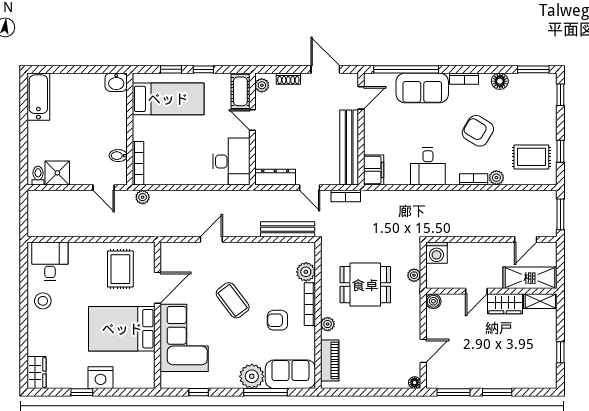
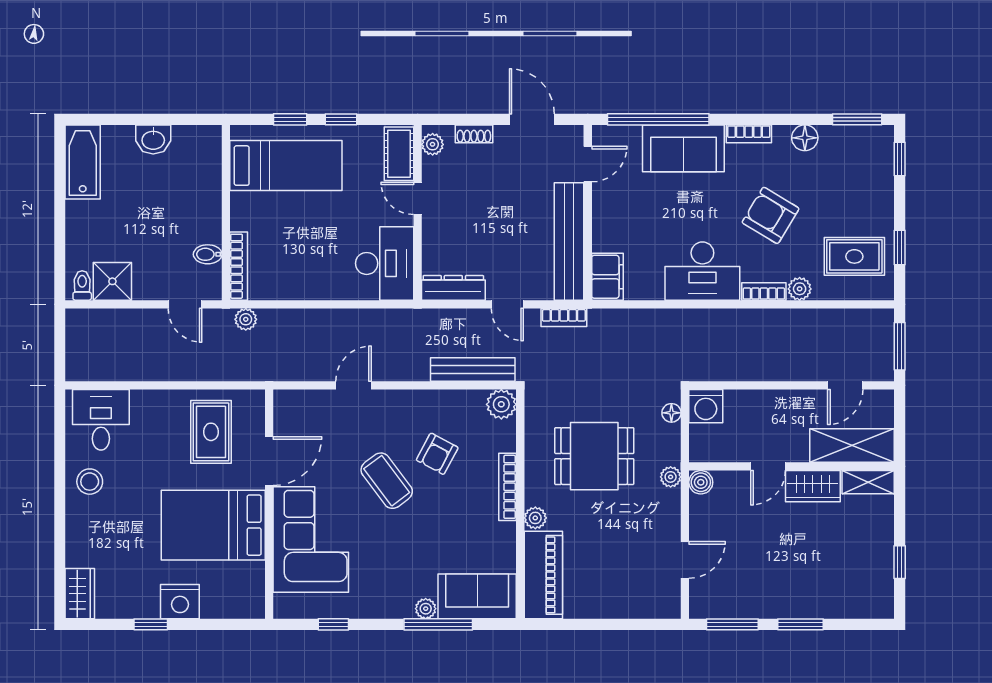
washbasin: (116, 82) -> (153, 139), moved
desk: (428, 166) -> (702, 271), width x1.37
plant: (306, 272) -> (501, 404), moved
plant: (414, 275) -> (671, 477), moved
armchair: (277, 320) -> (437, 454), moved, turned -62
piano: (330, 360) -> (543, 575), width x1.37, depth x1.33
plant: (252, 376) -> (426, 609), width x0.53, depth x0.53
floor lamp: (415, 383) -> (671, 413), moved

